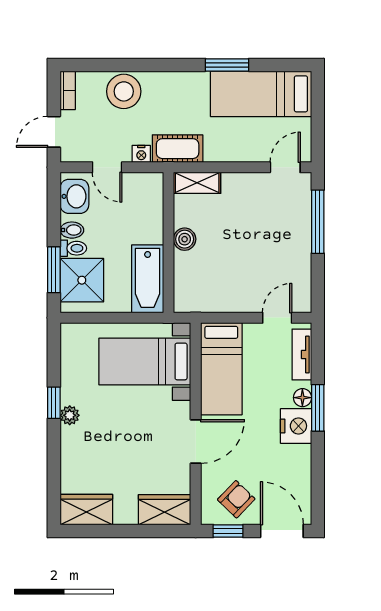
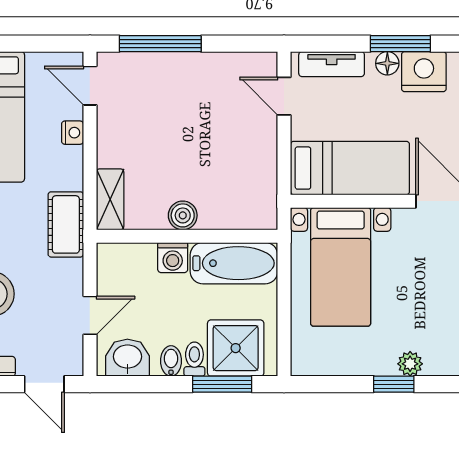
nightstand: (141, 154) -> (73, 133), moved
washing machine: (152, 231) -> (173, 258), added

